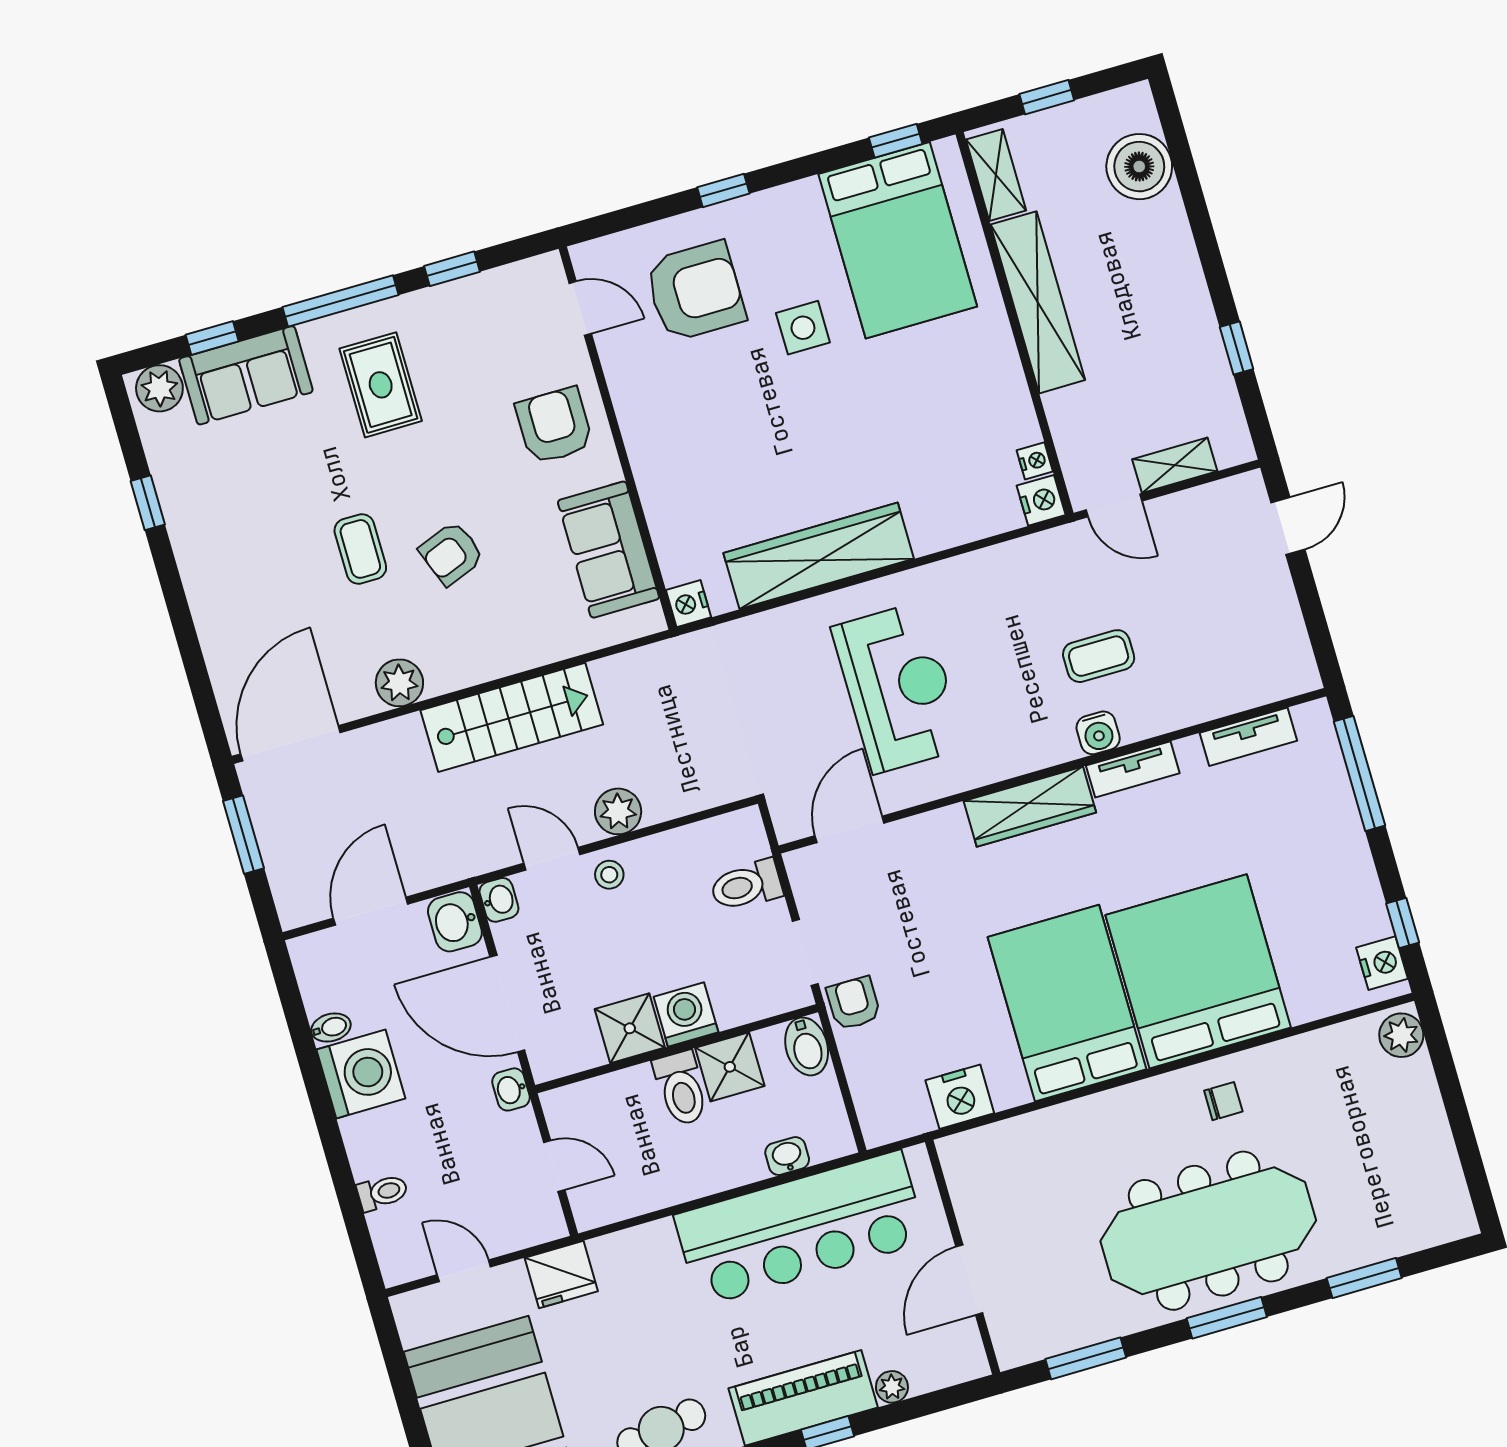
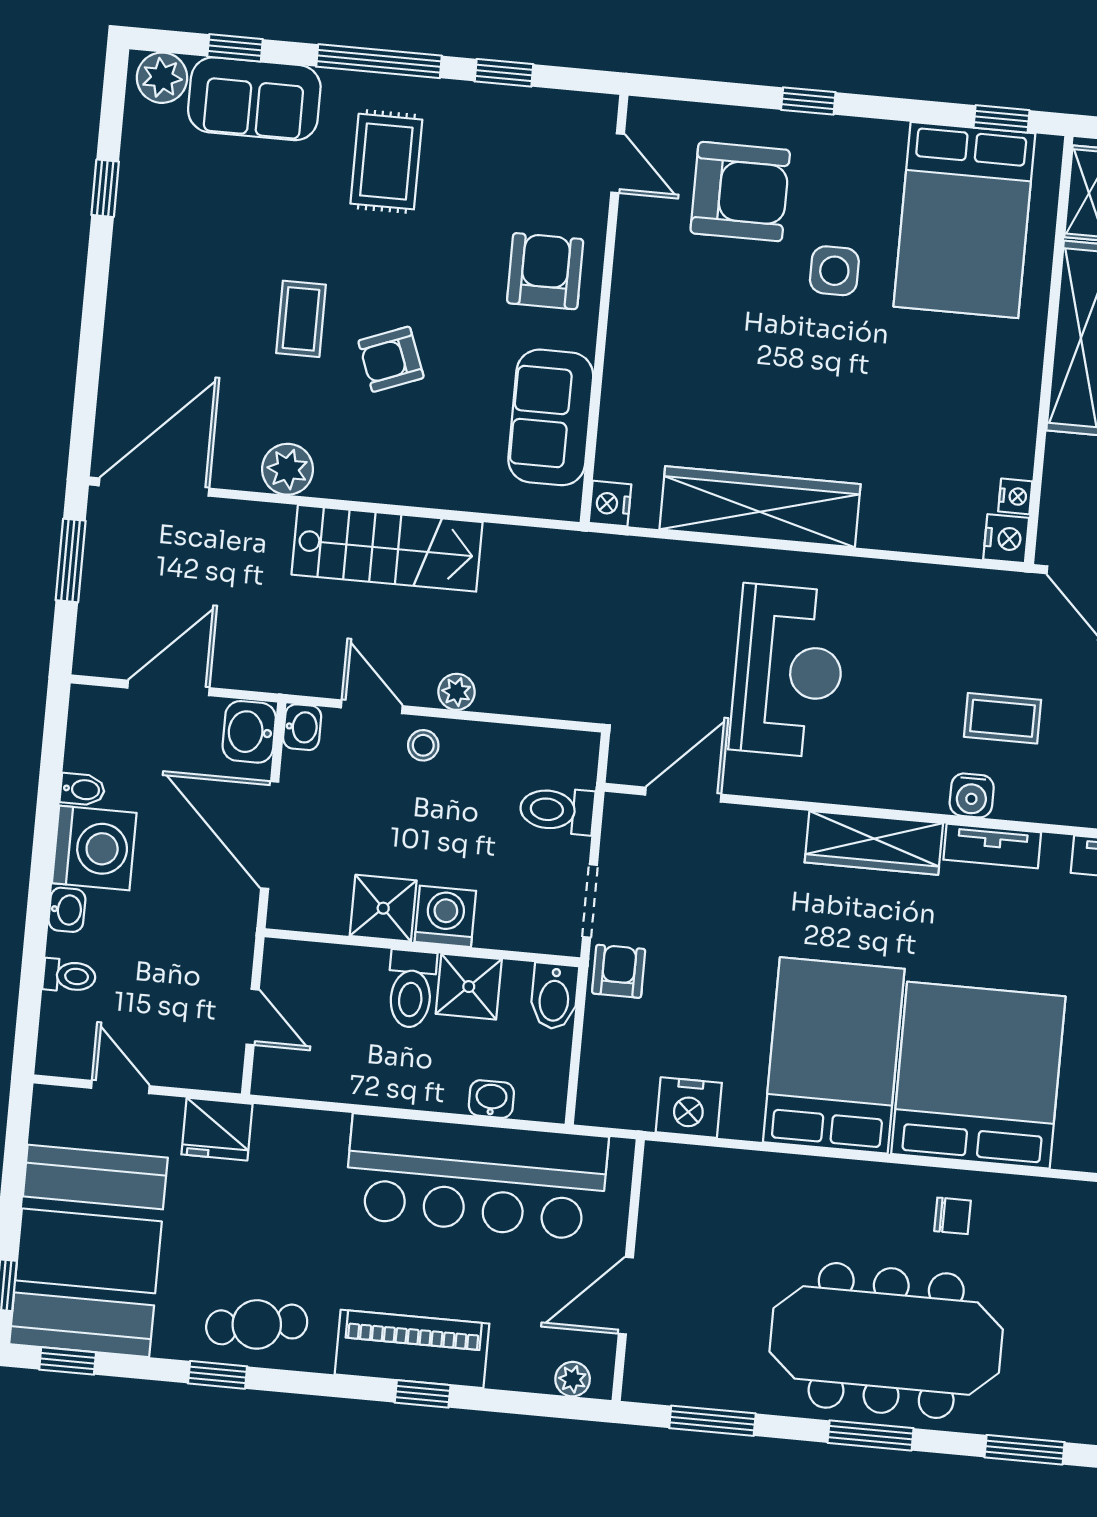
plant: (618, 811) -> (456, 692), width x0.73, depth x0.73
washbasin: (511, 1089) -> (67, 910), moved, turned 180
plant: (892, 1387) -> (573, 1379), moved

